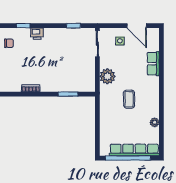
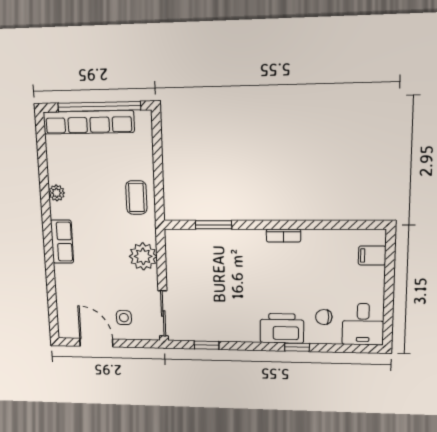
printer: (37, 34) -> (282, 328), width x1.87, depth x1.48
row of seats: (153, 64) -> (62, 242), moved
coffee table: (129, 99) -> (136, 198), moved
plant: (155, 122) -> (57, 193), moved

